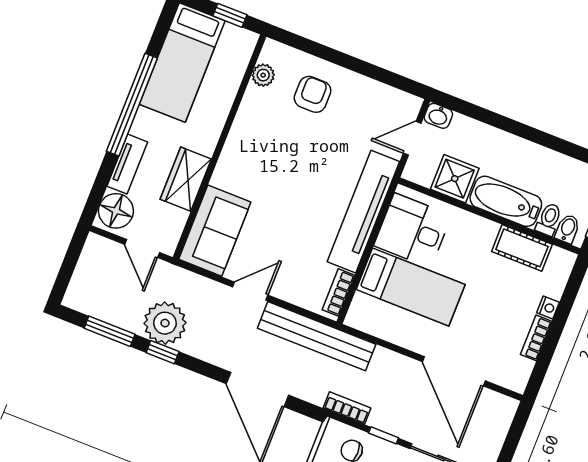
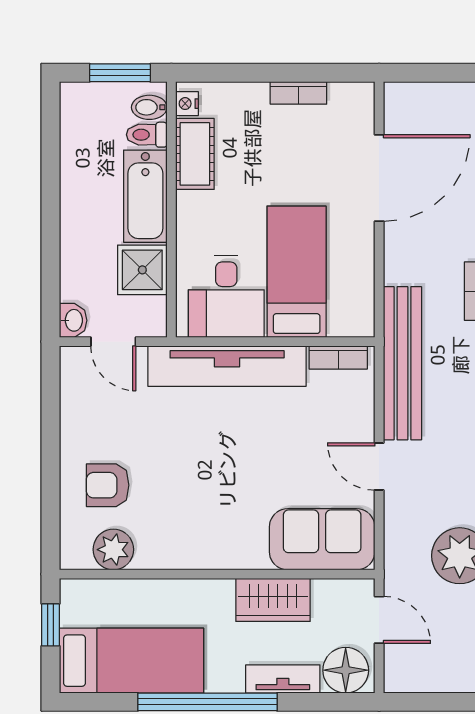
plant: (263, 75) -> (113, 550), width x1.38, depth x1.38
door: (142, 248) -> (379, 620), hinge flipped
nightstand: (548, 308) -> (187, 104), moved, turned -90

